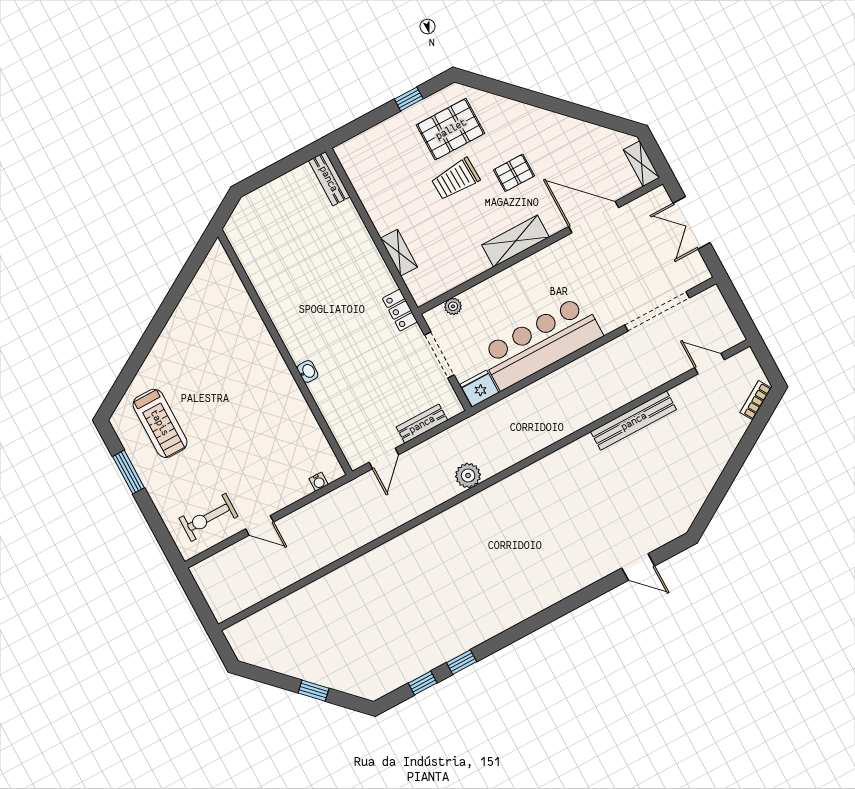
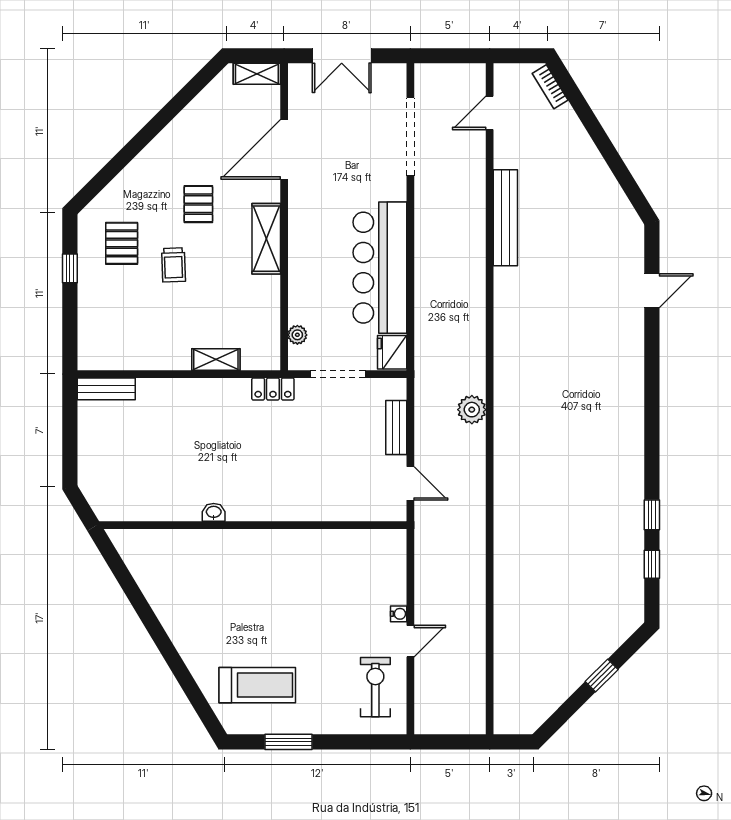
pallet: (451, 129) -> (122, 243), width x0.67, depth x0.71
trolley: (456, 179) -> (173, 265), width x0.73, depth x0.72
washbasin: (308, 371) -> (214, 512), moved
water cooler: (319, 482) -> (399, 614), moved
exercise bike: (208, 517) -> (375, 687), turned 180

